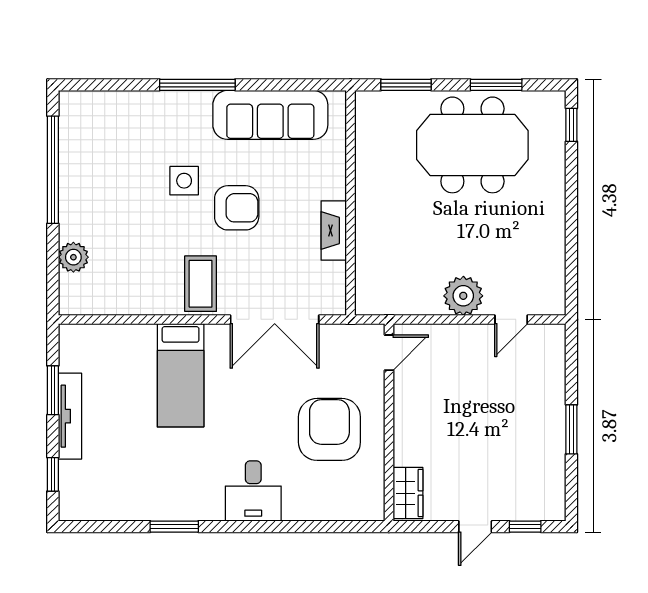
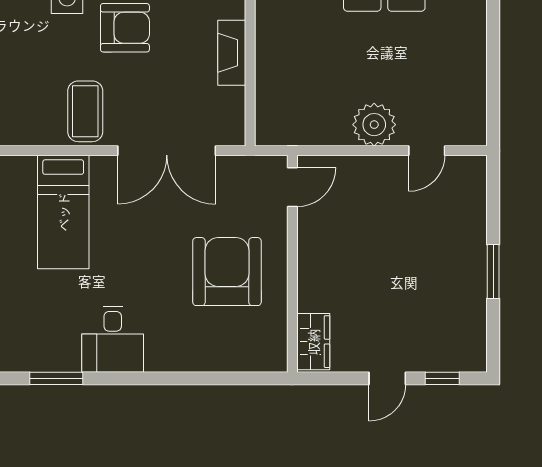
desk: (253, 491) -> (113, 339), moved

